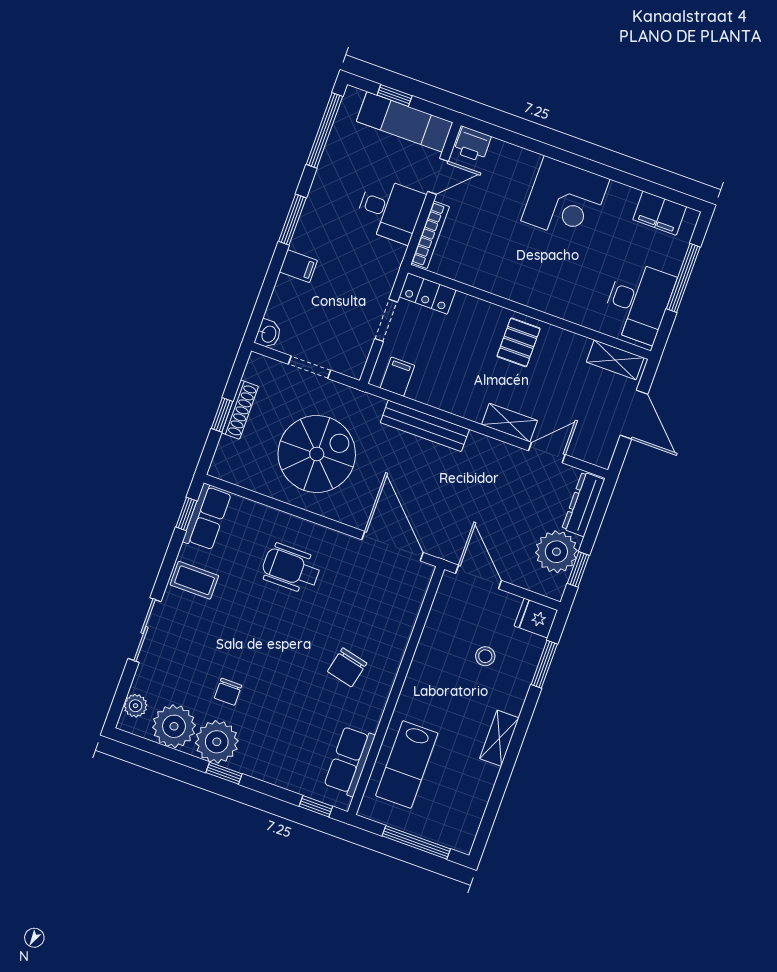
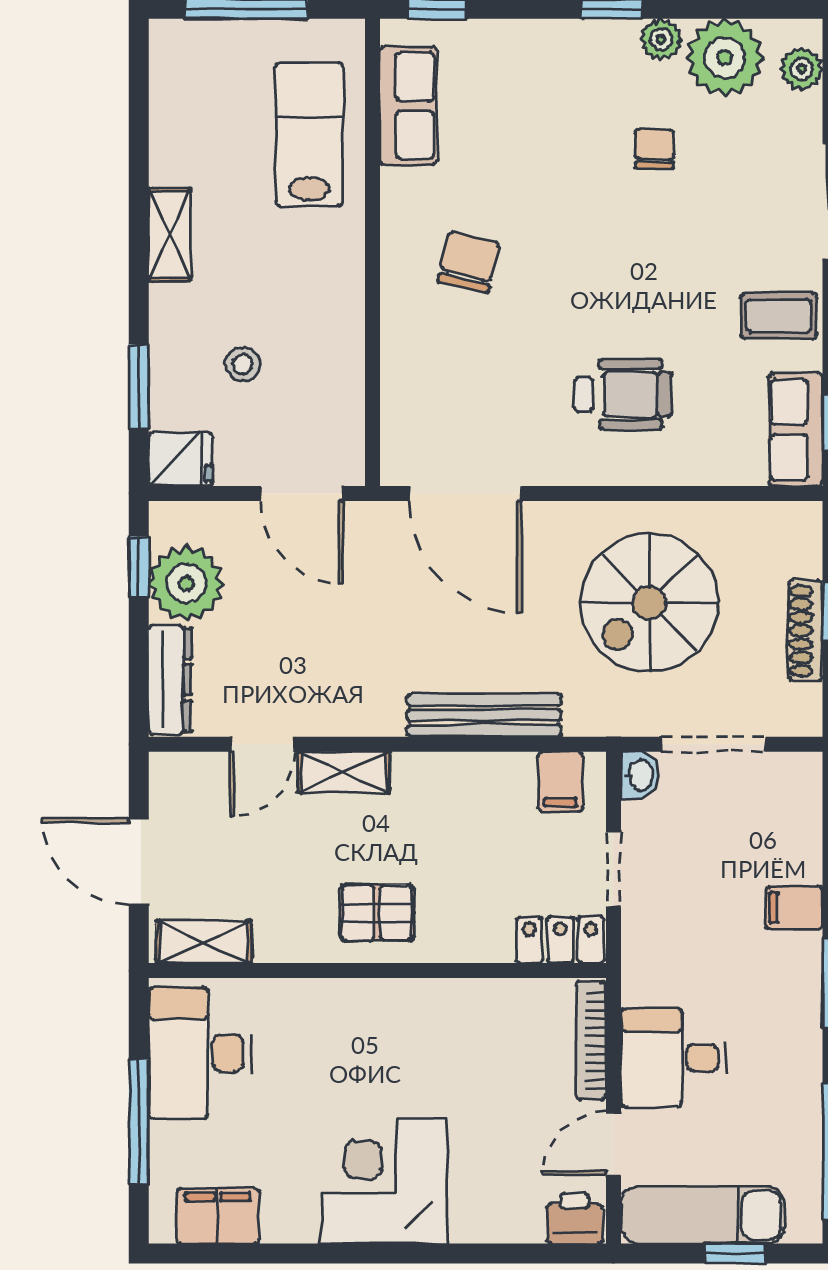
washbasin: (268, 334) -> (640, 775), moved, turned 180
pallet: (519, 342) -> (377, 913), turned 90
doorway: (309, 367) -> (714, 744), width x1.38
plant: (217, 742) -> (661, 39), width x0.53, depth x0.53

